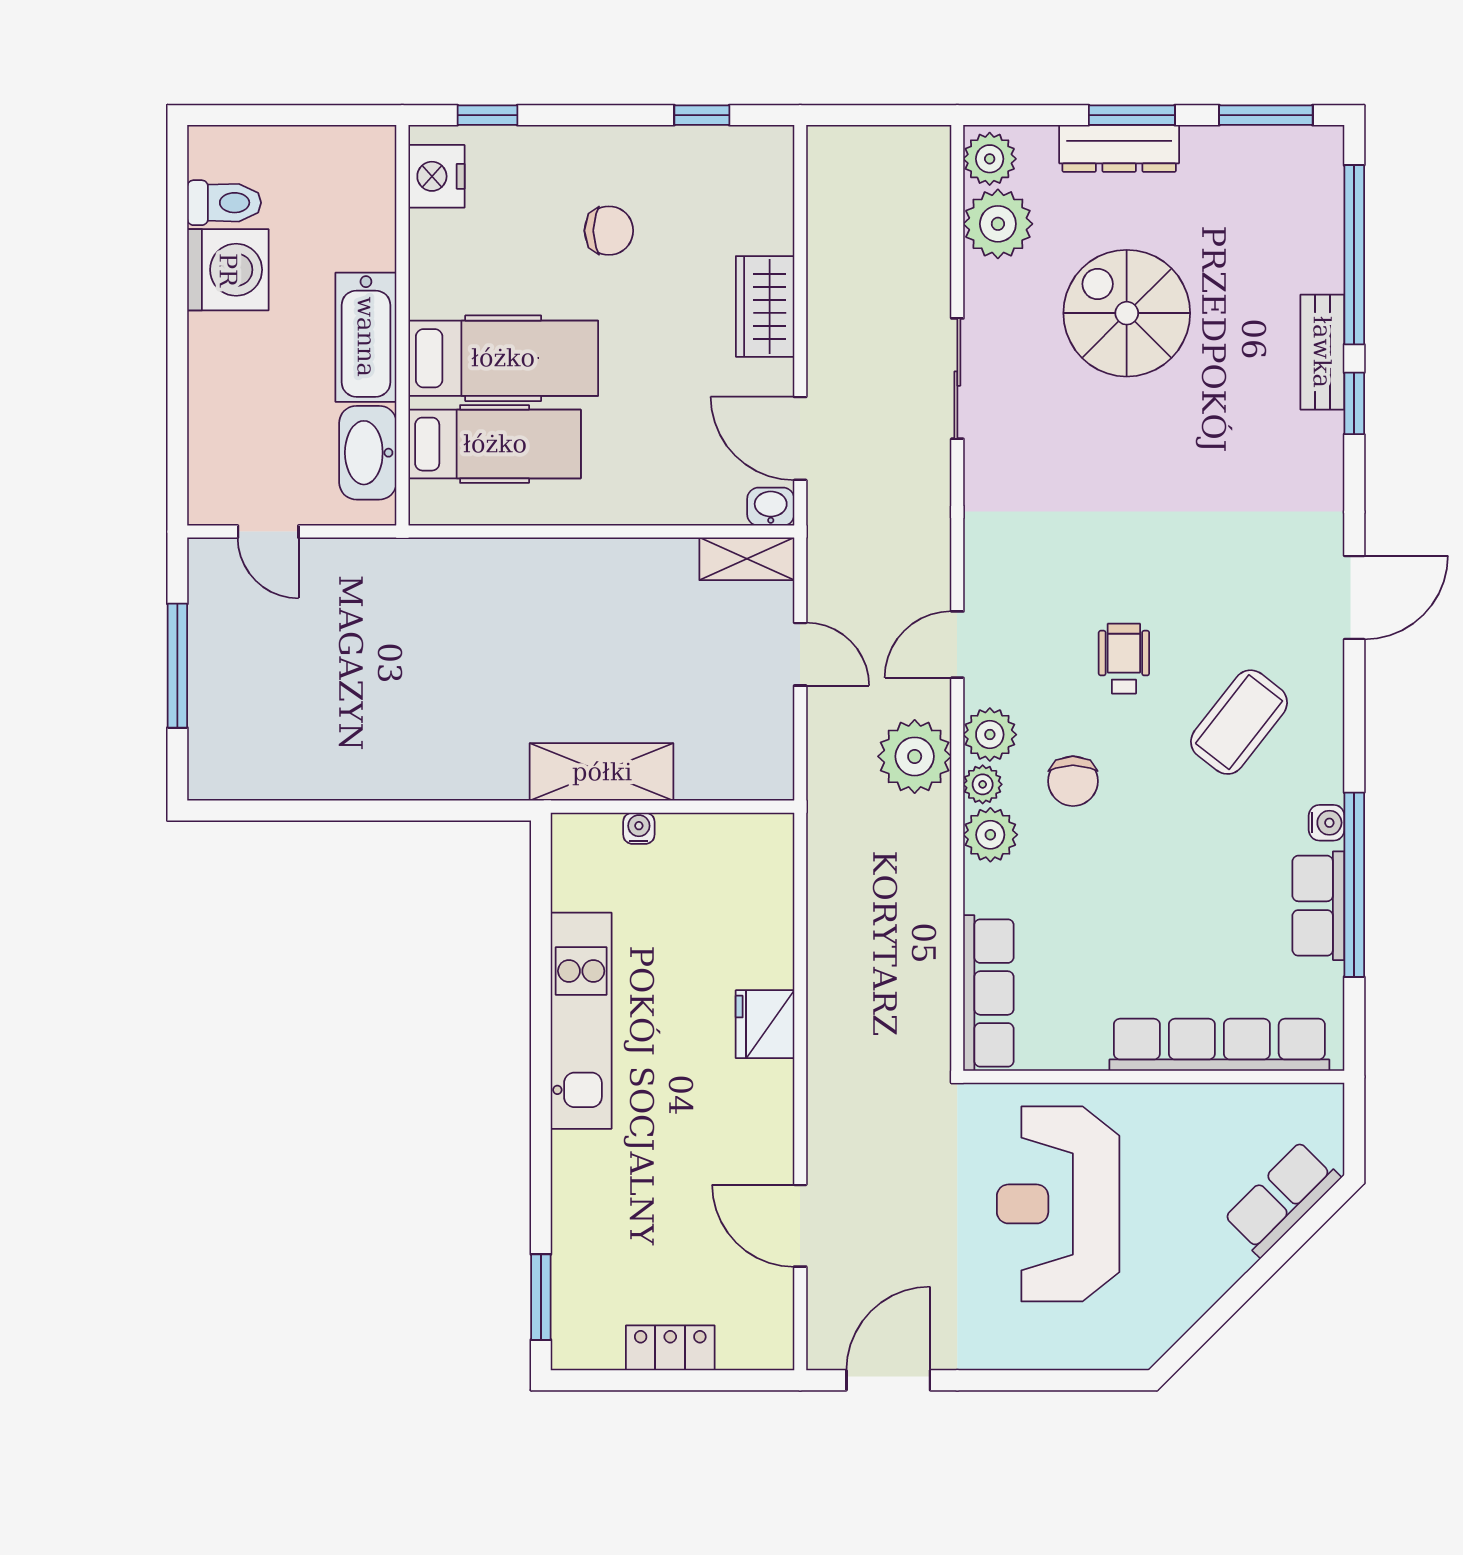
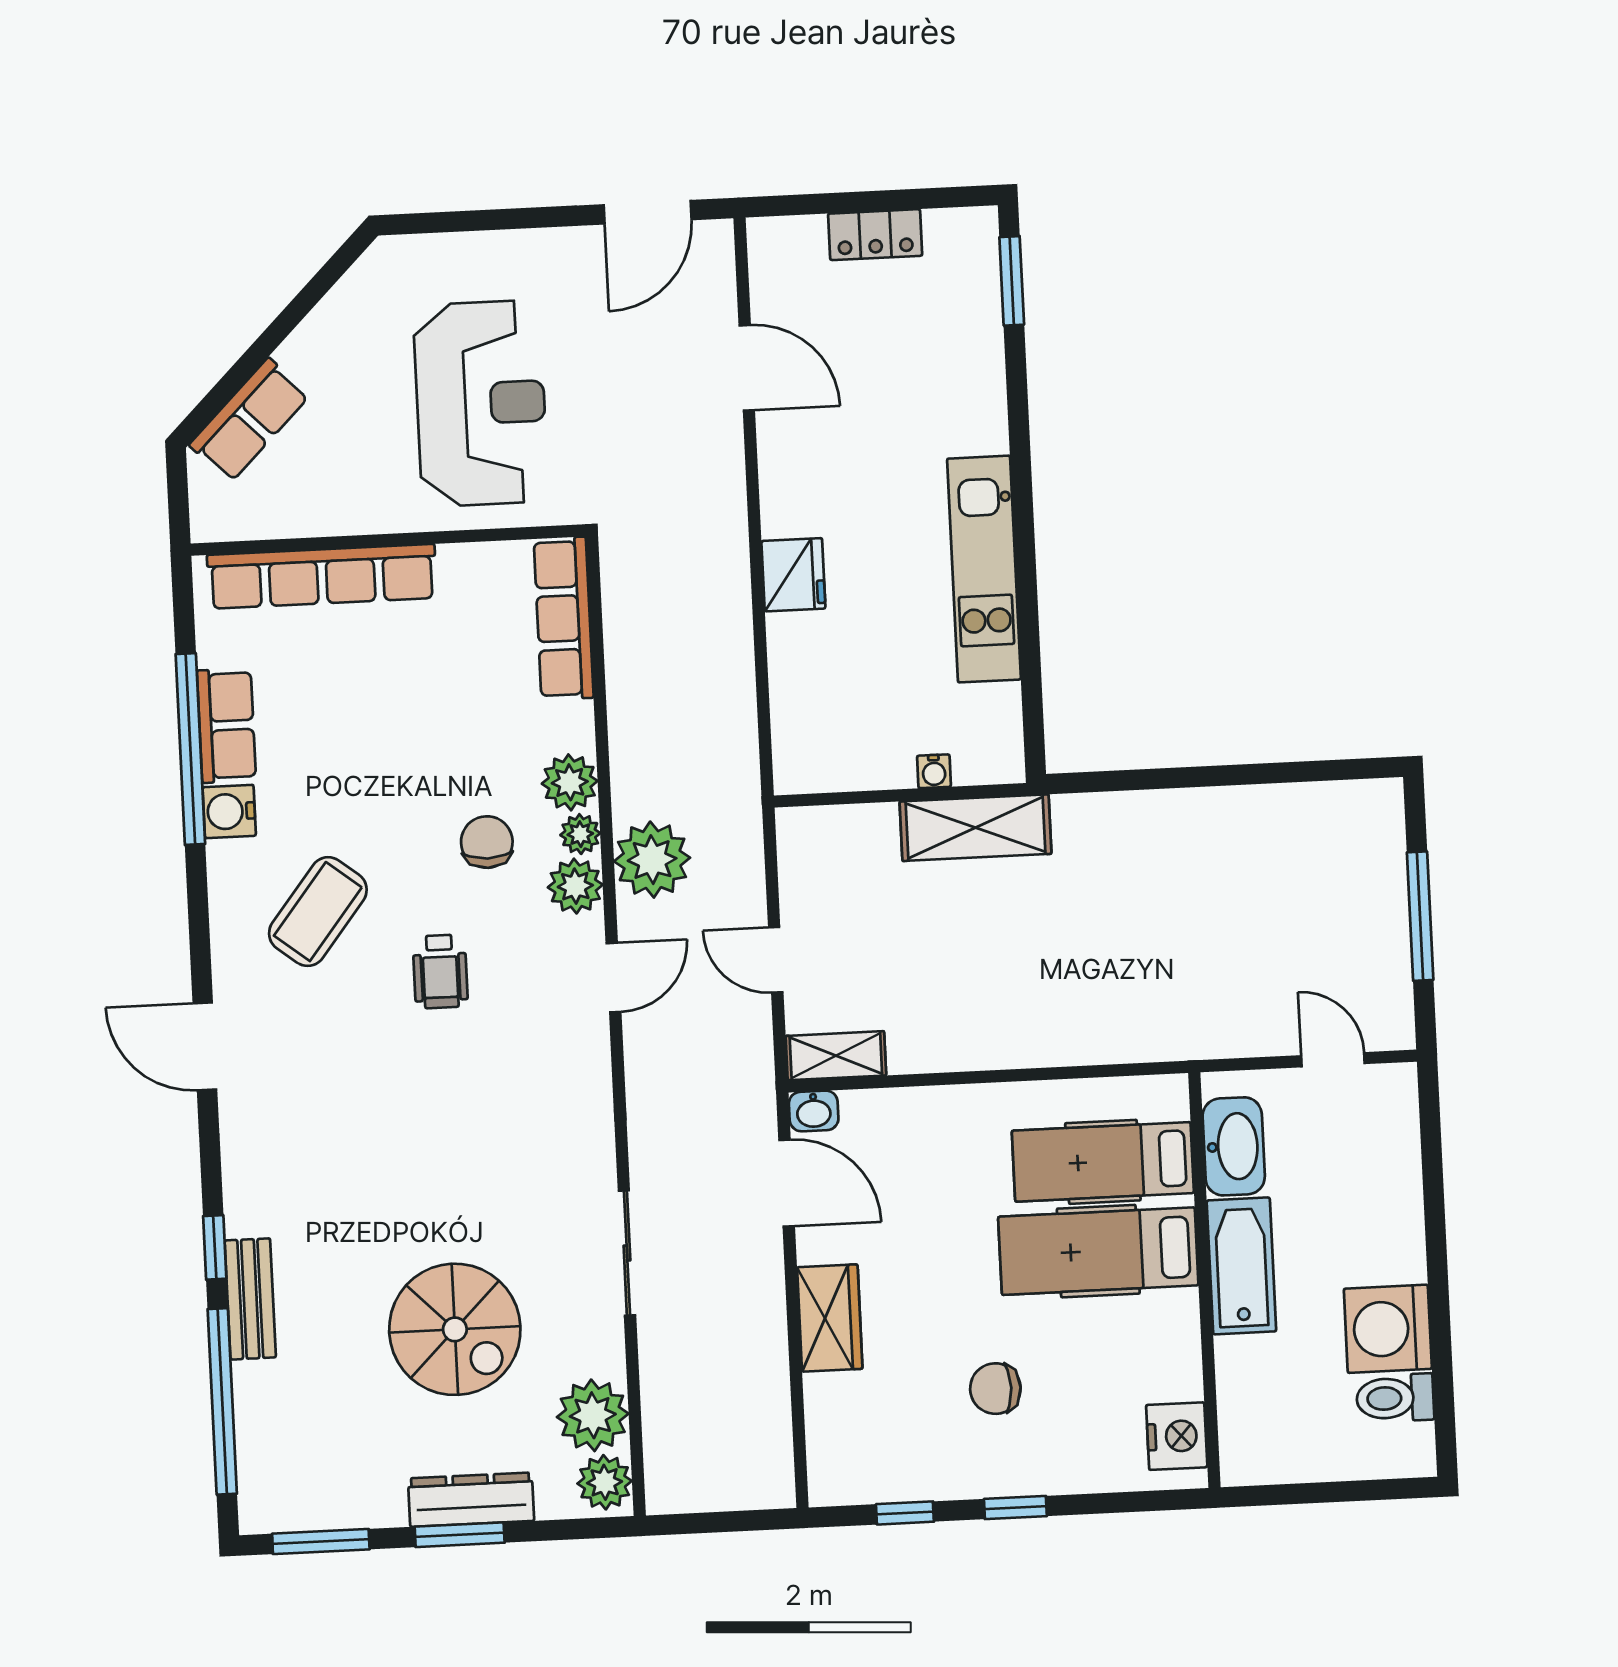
window: (487, 115) -> (1015, 1508), moved
door: (1354, 598) -> (205, 1046), hinge flipped
water cooler: (1327, 823) -> (229, 811), width x1.38, depth x1.38

